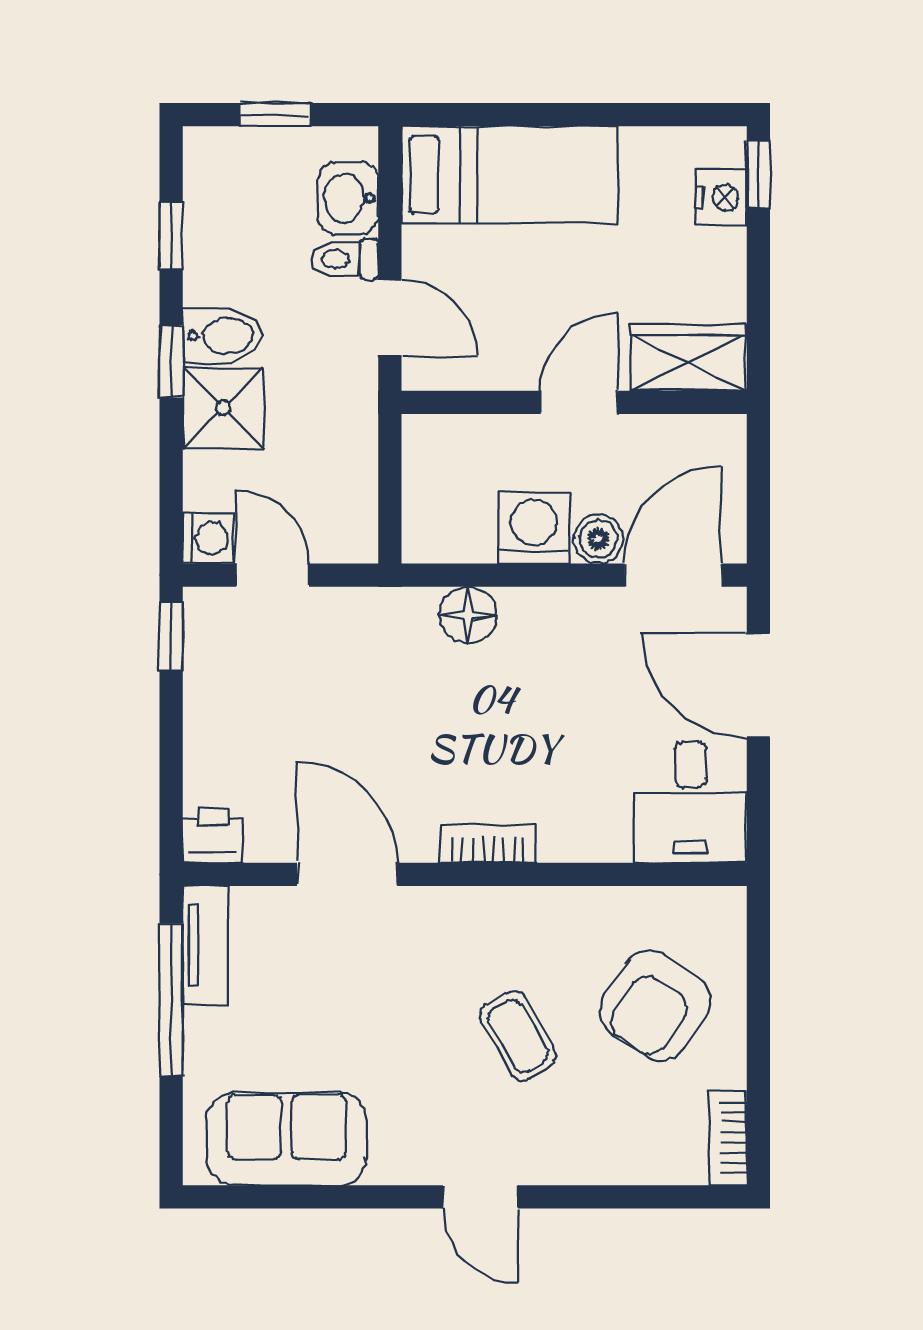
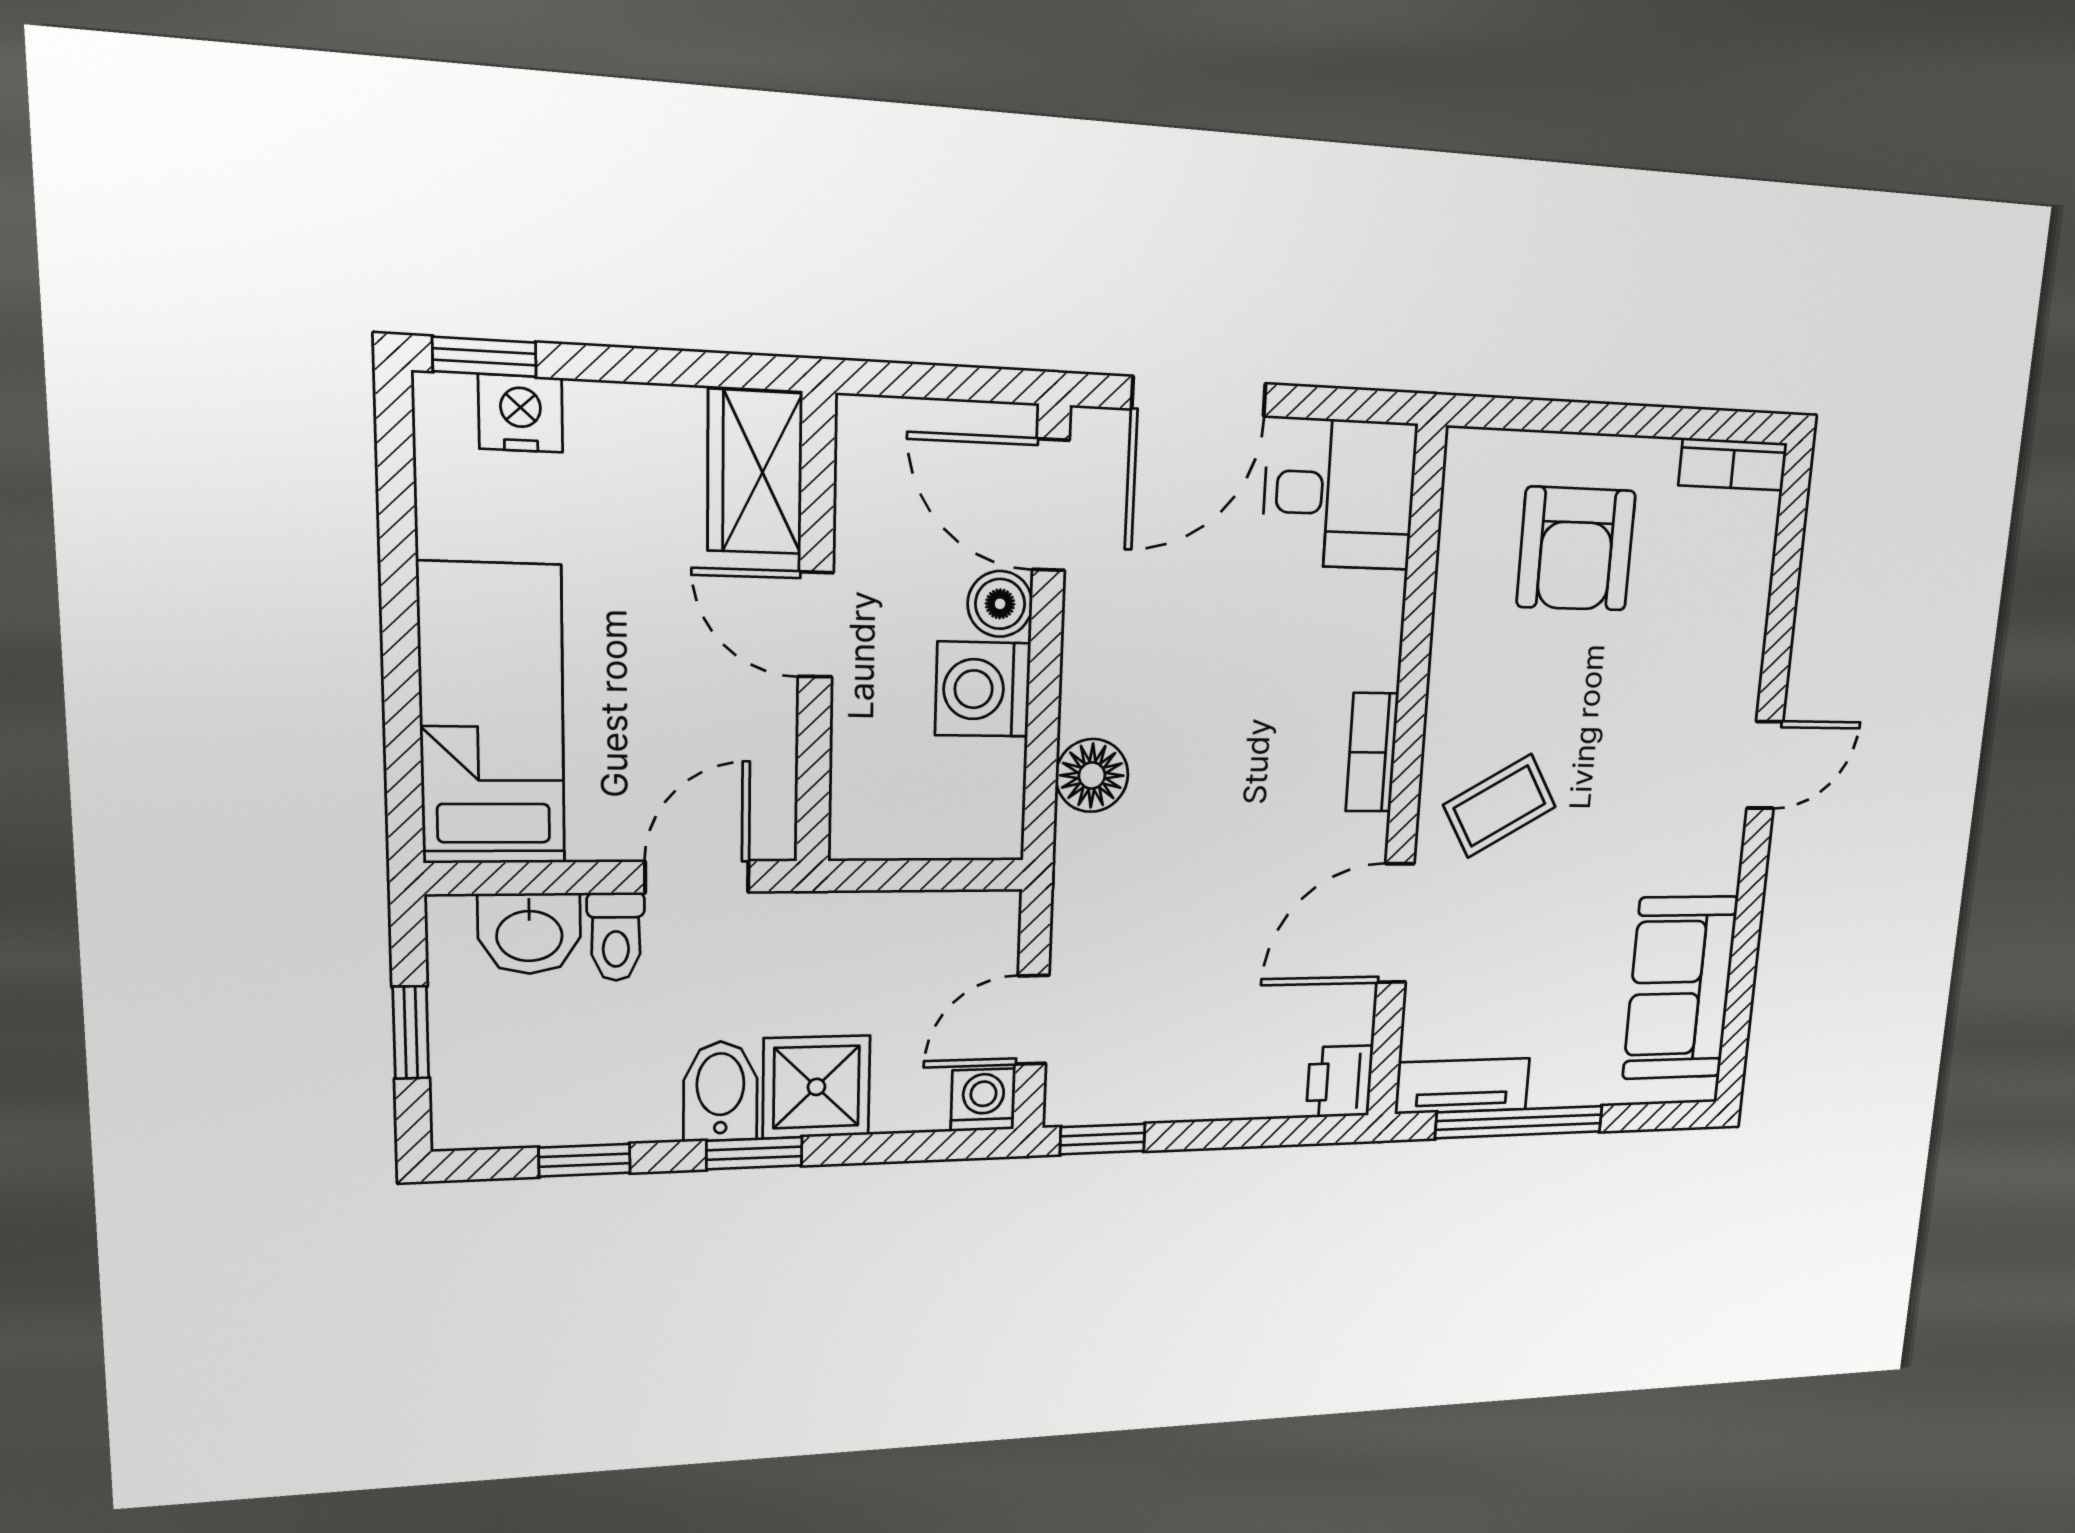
armchair: (655, 1006) -> (1576, 549), turned 56
coffee table: (518, 1036) -> (1500, 806), moved

